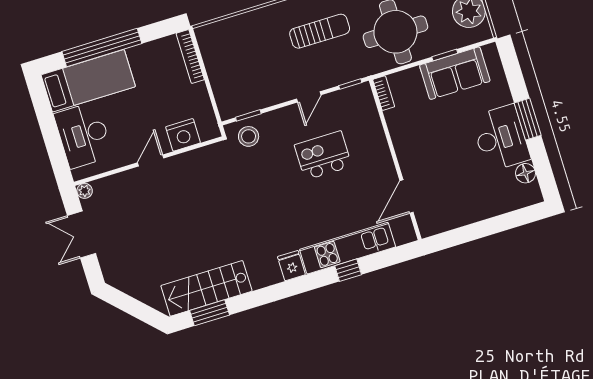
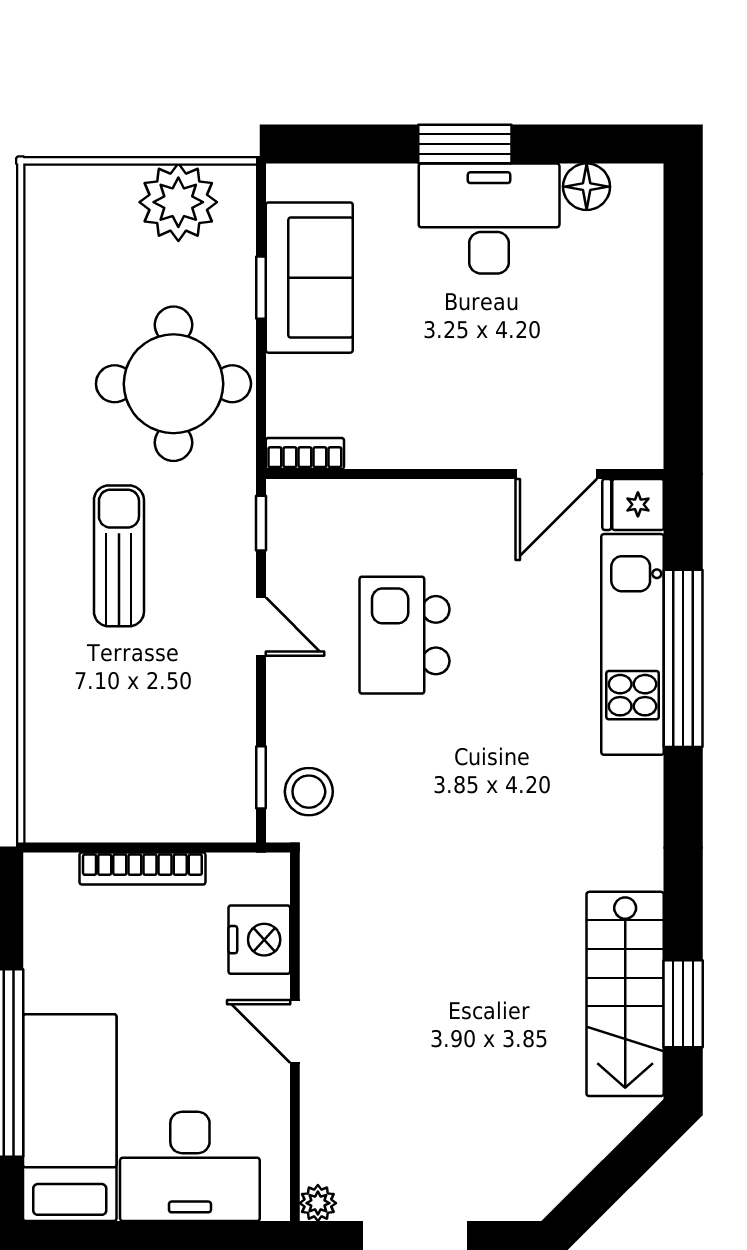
bookcase: (190, 57) -> (142, 869), moved
door: (407, 196) -> (556, 474), hinge flipped
fridge: (291, 266) -> (633, 504), moved
window: (348, 270) -> (683, 658), width x3.17

